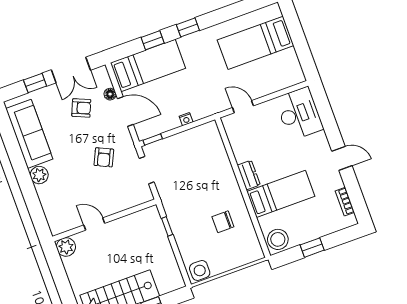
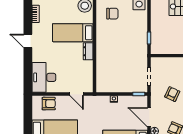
armchair: (278, 78) -> (49, 104), added
chair: (223, 222) -> (112, 14), moved

